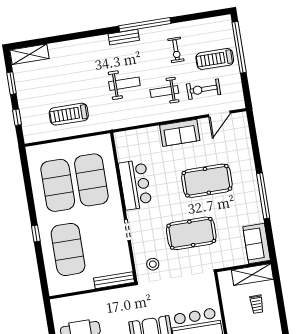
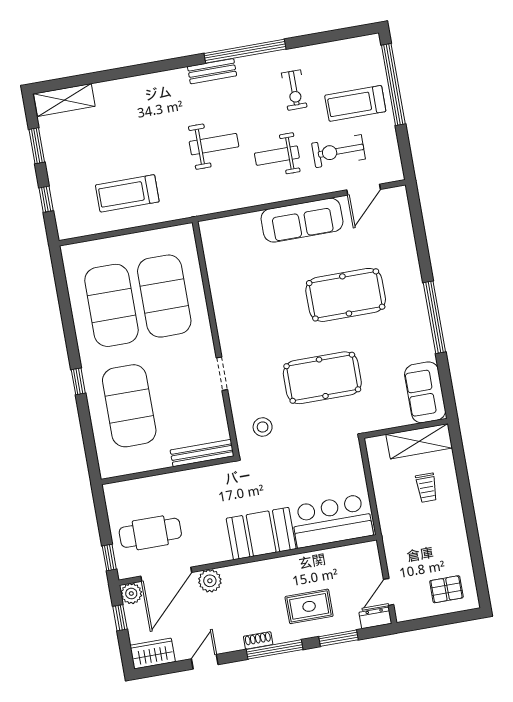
sofa: (180, 133) -> (302, 220), width x1.36
bar counter: (135, 185) -> (233, 303), removed

